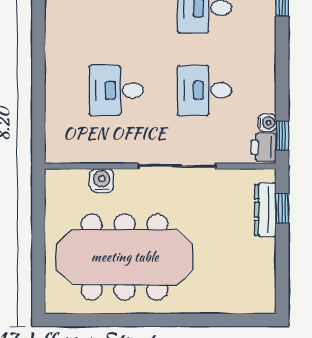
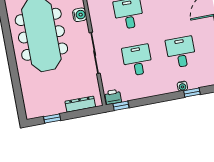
water cooler: (267, 123) -> (182, 86), moved
window: (282, 208) -> (52, 118), moved

